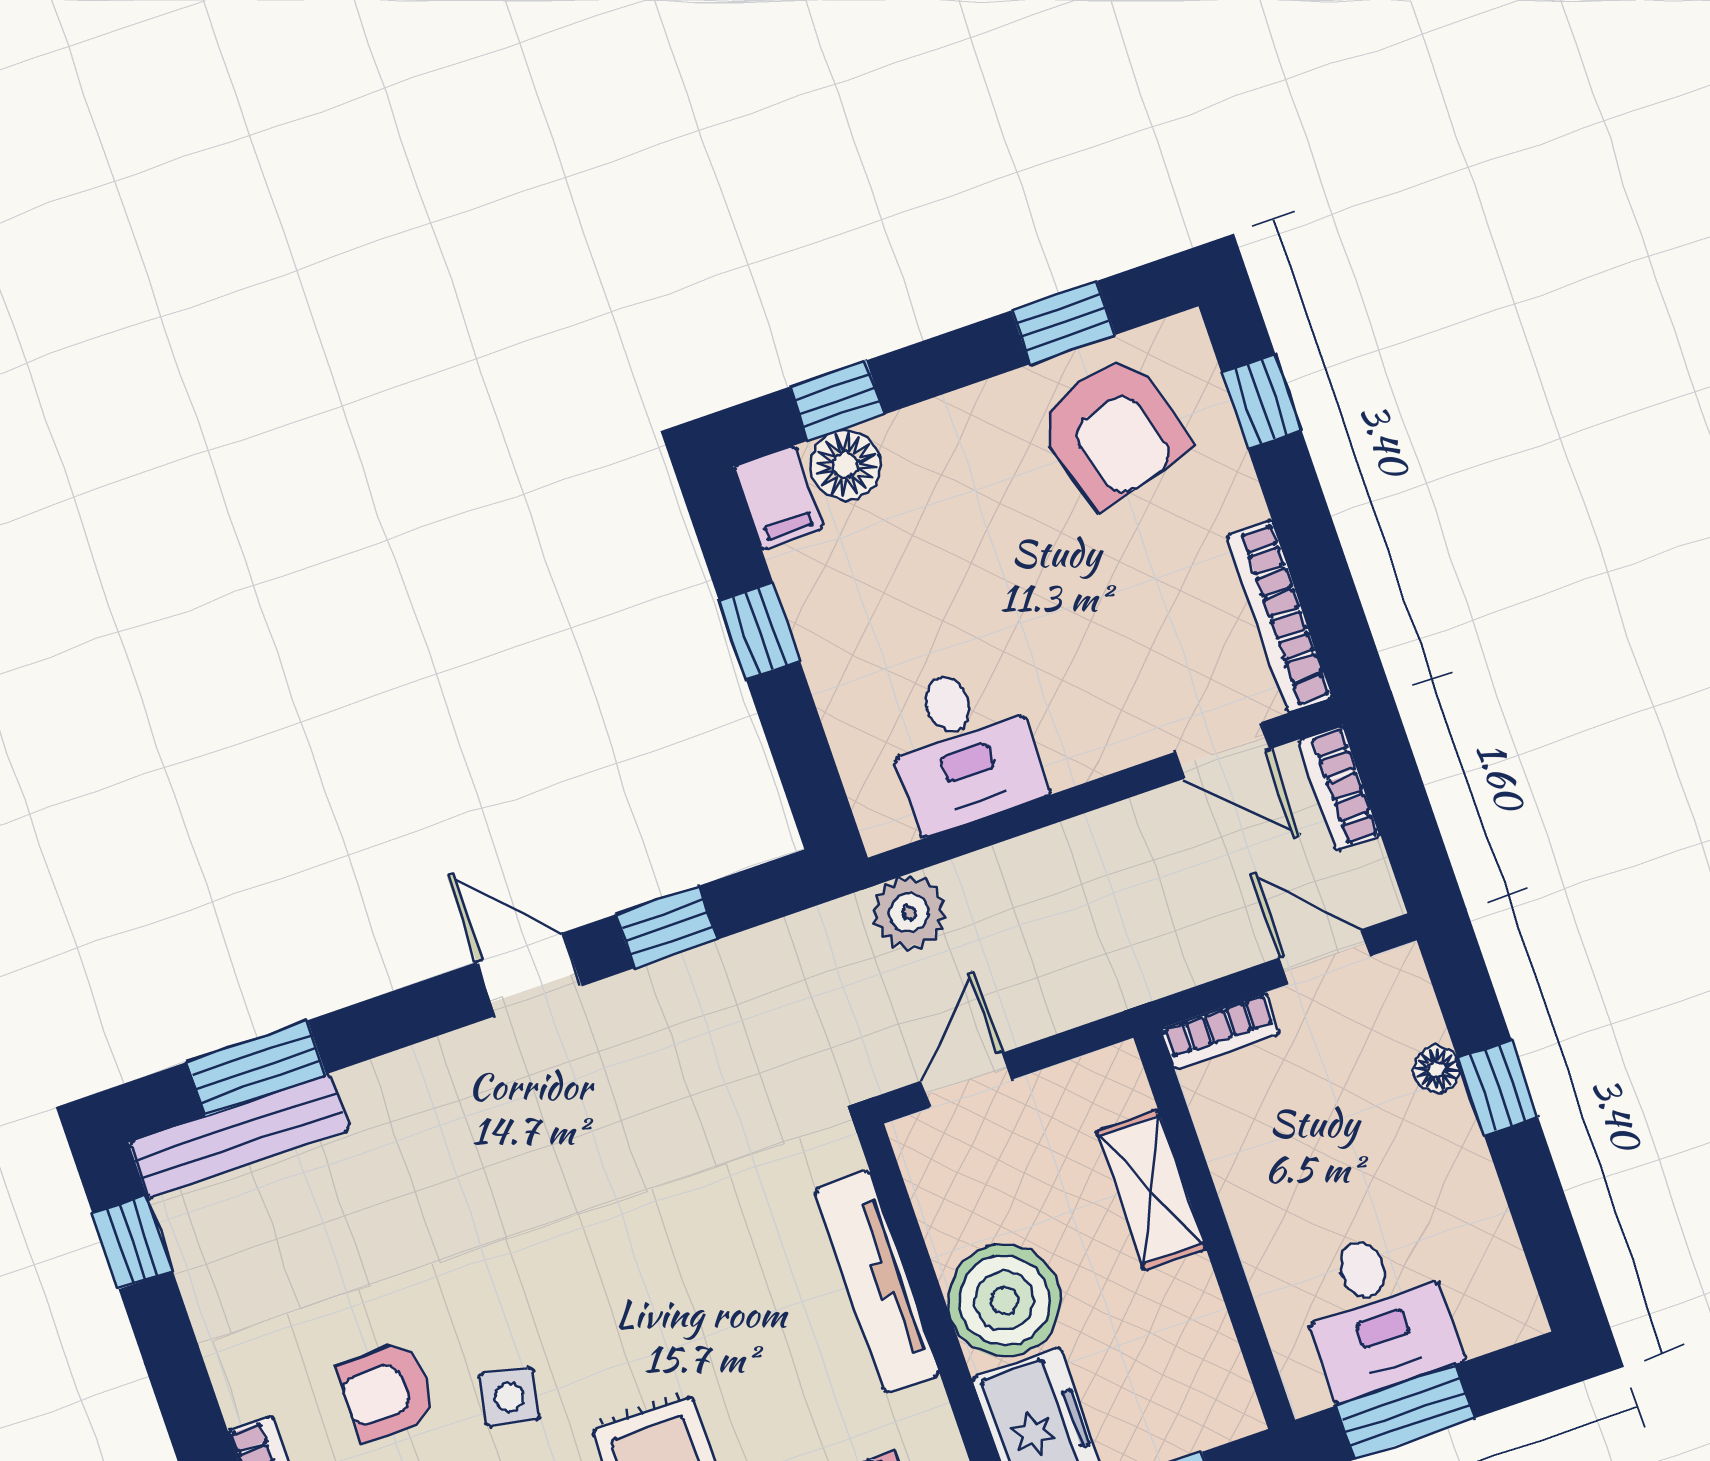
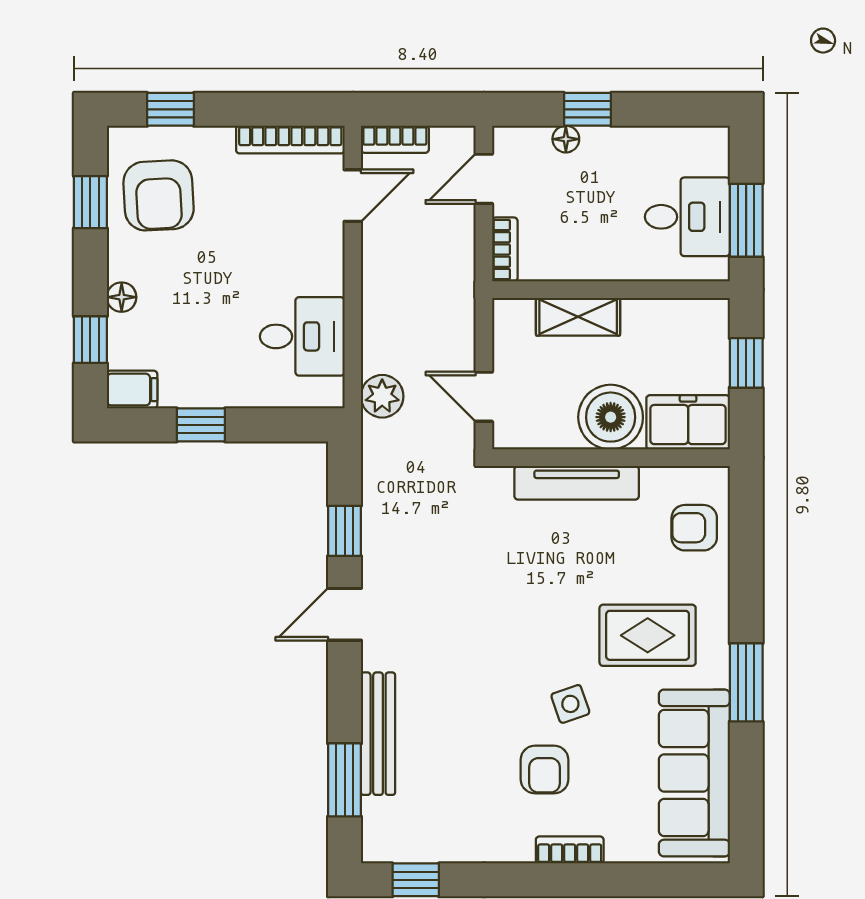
armchair: (1113, 431) -> (159, 195), turned 103
floor lamp: (846, 465) -> (122, 297), moved, width x0.73, depth x0.73
bench: (239, 1136) -> (378, 734), moved
side table: (510, 1397) -> (570, 704), turned -30

